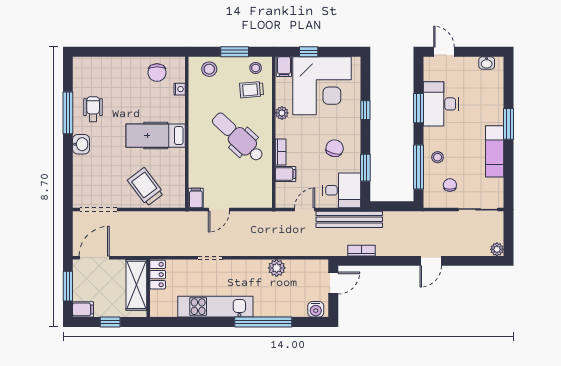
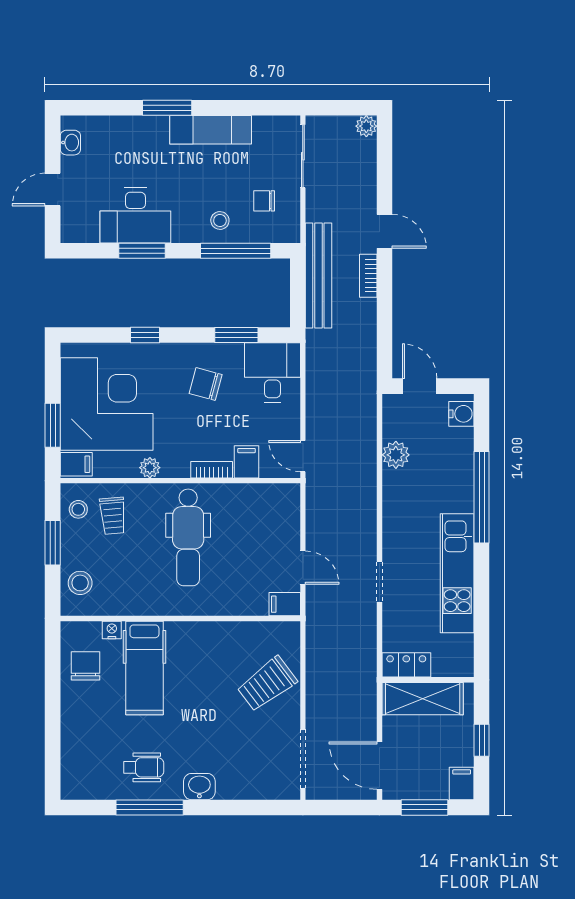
window: (309, 52) -> (53, 425), width x1.50
door: (444, 52) -> (53, 190), moved
chair: (157, 73) -> (86, 666), turned -90
wheelchair: (93, 109) -> (144, 767), turned 180
hospital bed: (156, 136) -> (144, 668), moved
dental chair: (238, 137) -> (188, 537), turned -43
door: (305, 209) -> (303, 456), moved
bench: (349, 219) -> (318, 275), moved
bookcase: (361, 251) -> (368, 276), moved
plant: (277, 268) -> (396, 455), moved

